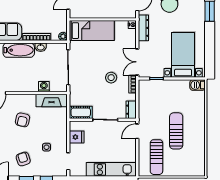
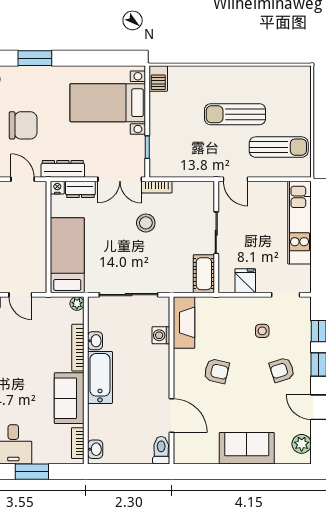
dresser: (131, 110) -> (80, 189), moved

